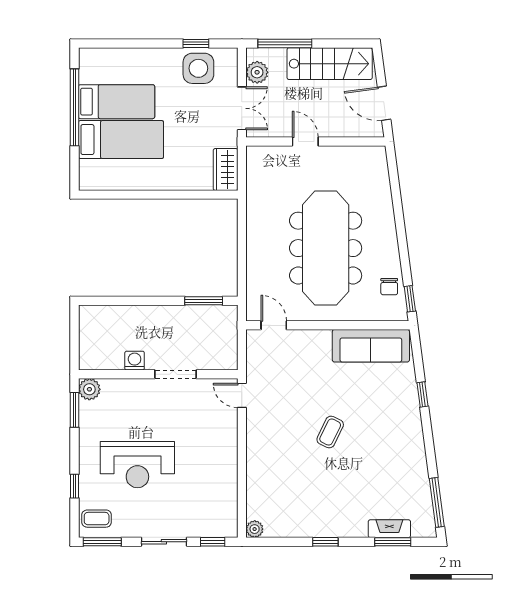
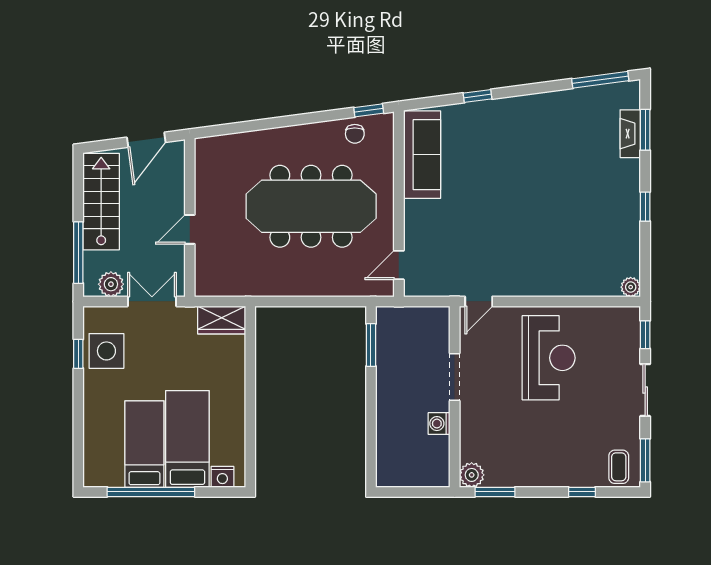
nightstand: (88, 170) -> (222, 477), added
chair: (389, 287) -> (355, 134), turned 90
coffee table: (330, 432) -> (520, 201), removed
reception desk: (137, 465) -> (549, 358), moved

